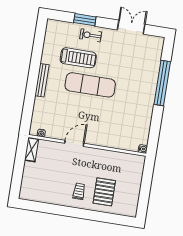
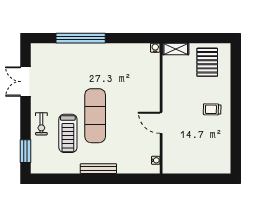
window: (85, 20) -> (26, 151), moved
treadmill: (78, 58) -> (68, 133), turned 180
shelving: (32, 150) -> (176, 49), moved
pallet: (104, 192) -> (207, 62), moved, turned 90

